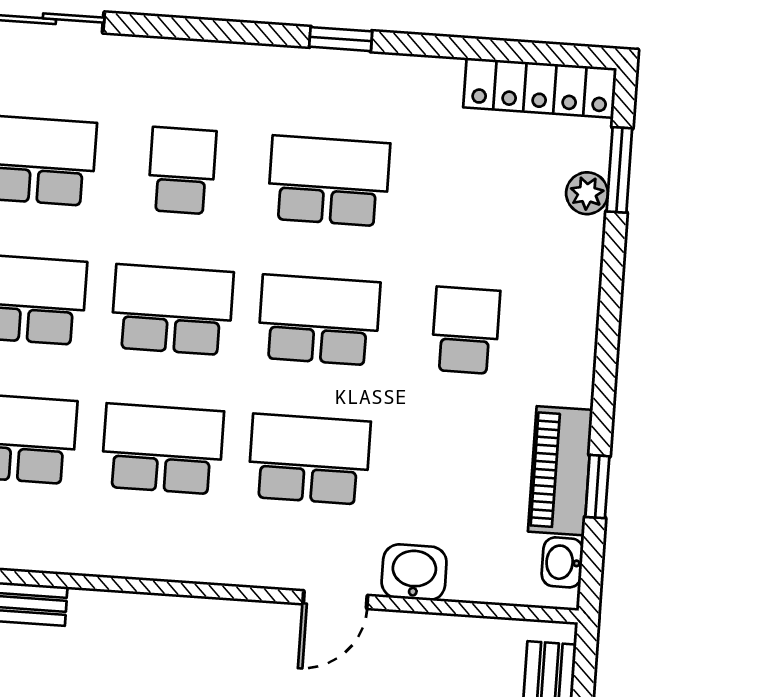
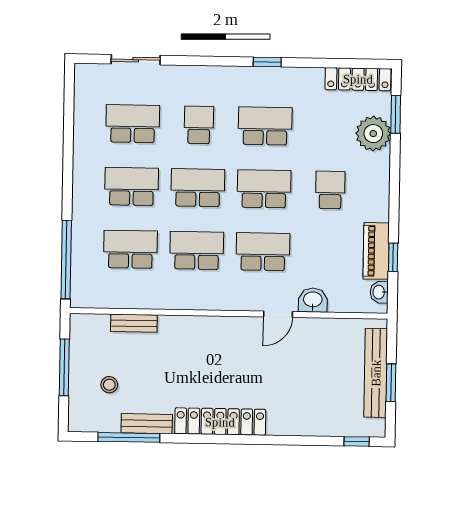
plant: (587, 193) -> (373, 134), width x1.88, depth x1.88

